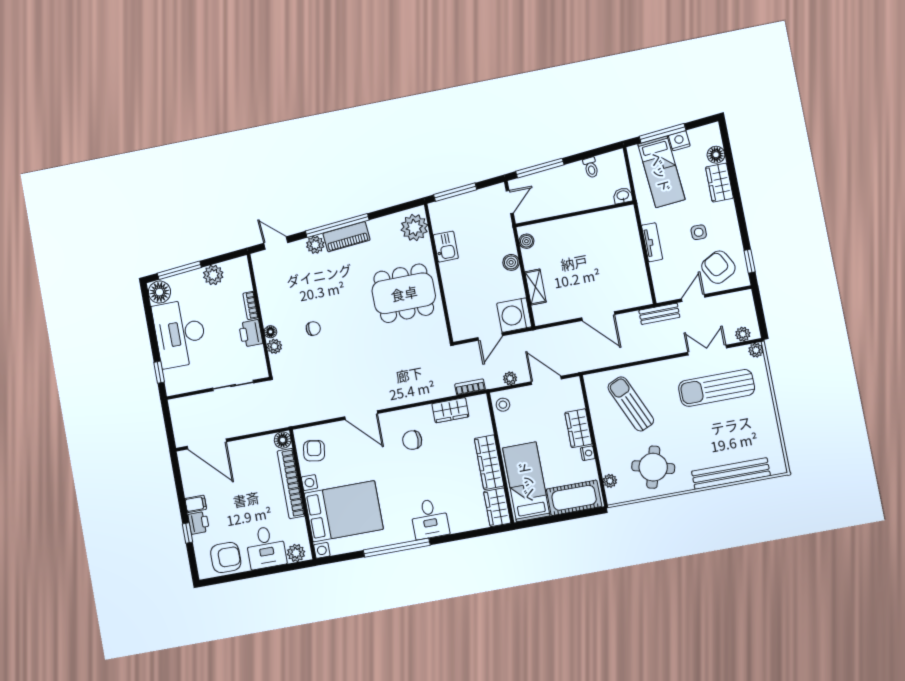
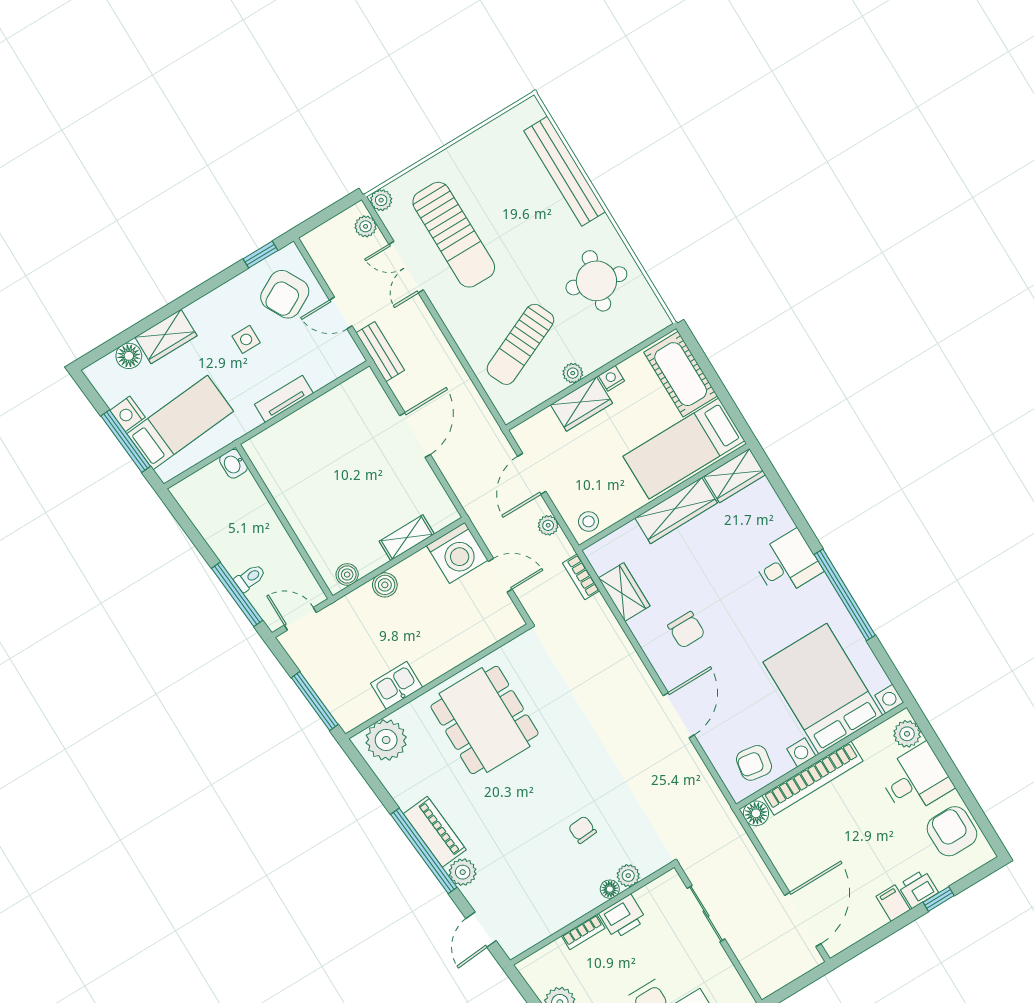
toilet: (591, 167) -> (250, 578), moved
plant: (610, 481) -> (573, 373), moved

